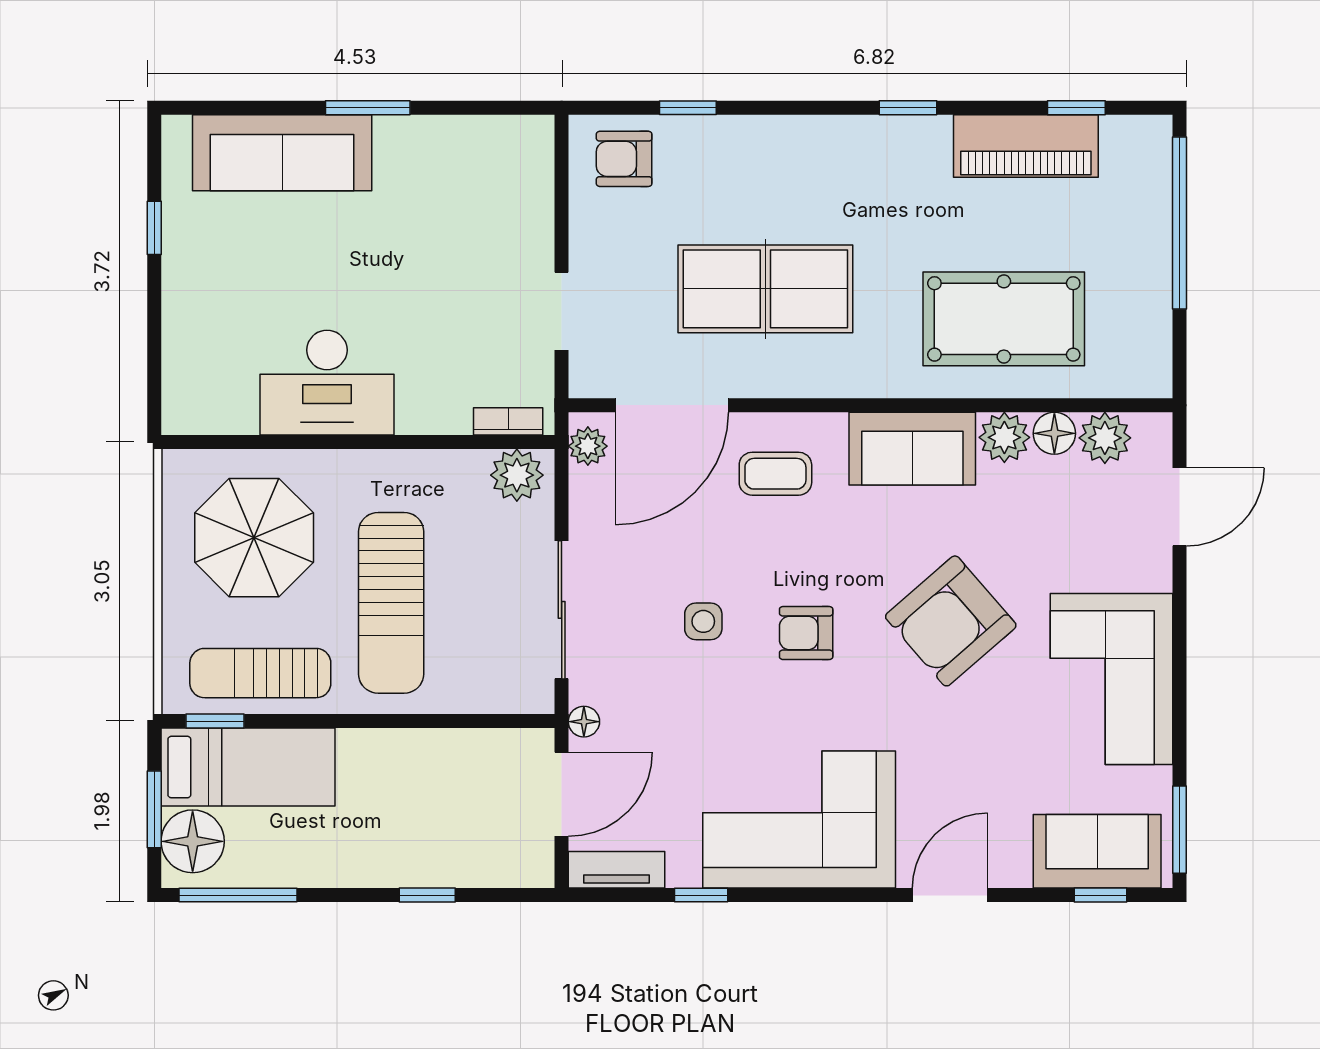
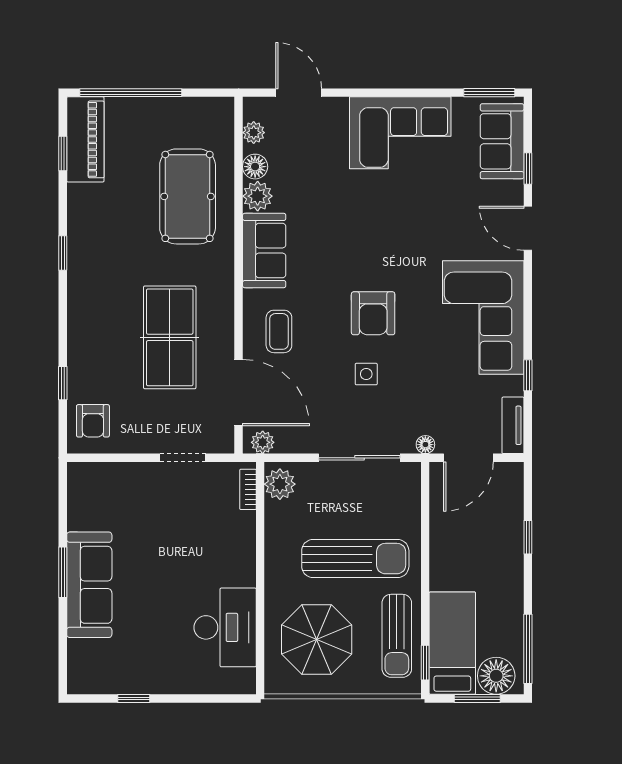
piano: (1026, 146) -> (85, 139), moved
sofa: (282, 153) -> (89, 585), moved
desk: (327, 383) -> (225, 627), moved
plant: (1105, 438) -> (254, 133), width x0.73, depth x0.73
armchair: (951, 621) -> (366, 228), removed
armchair: (806, 633) -> (373, 313), width x1.38, depth x1.38
door: (562, 794) -> (468, 458), swing flipped
window: (1101, 895) -> (528, 169), moved

